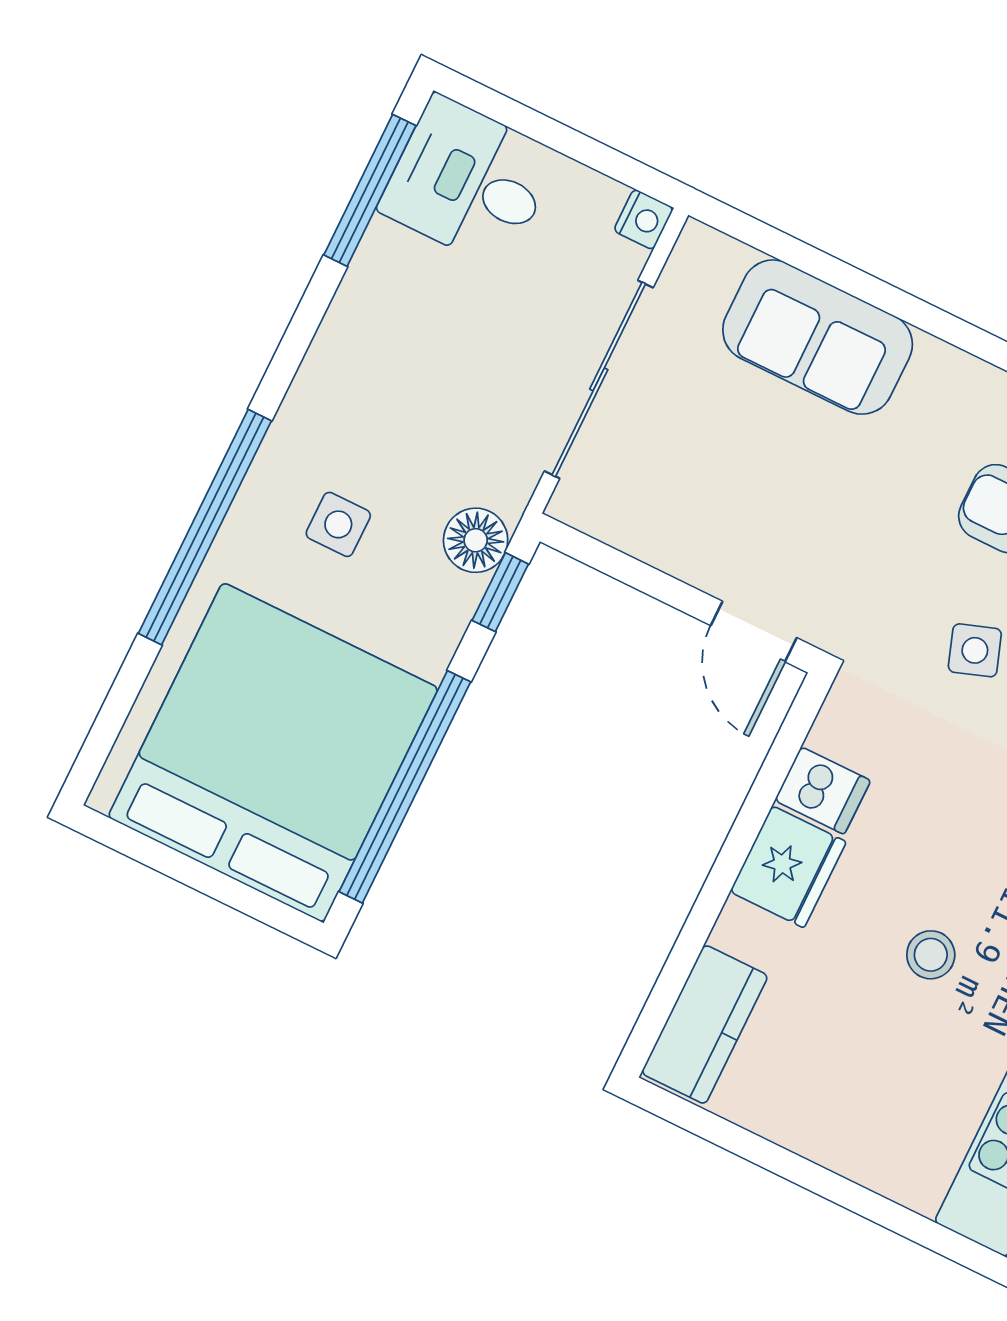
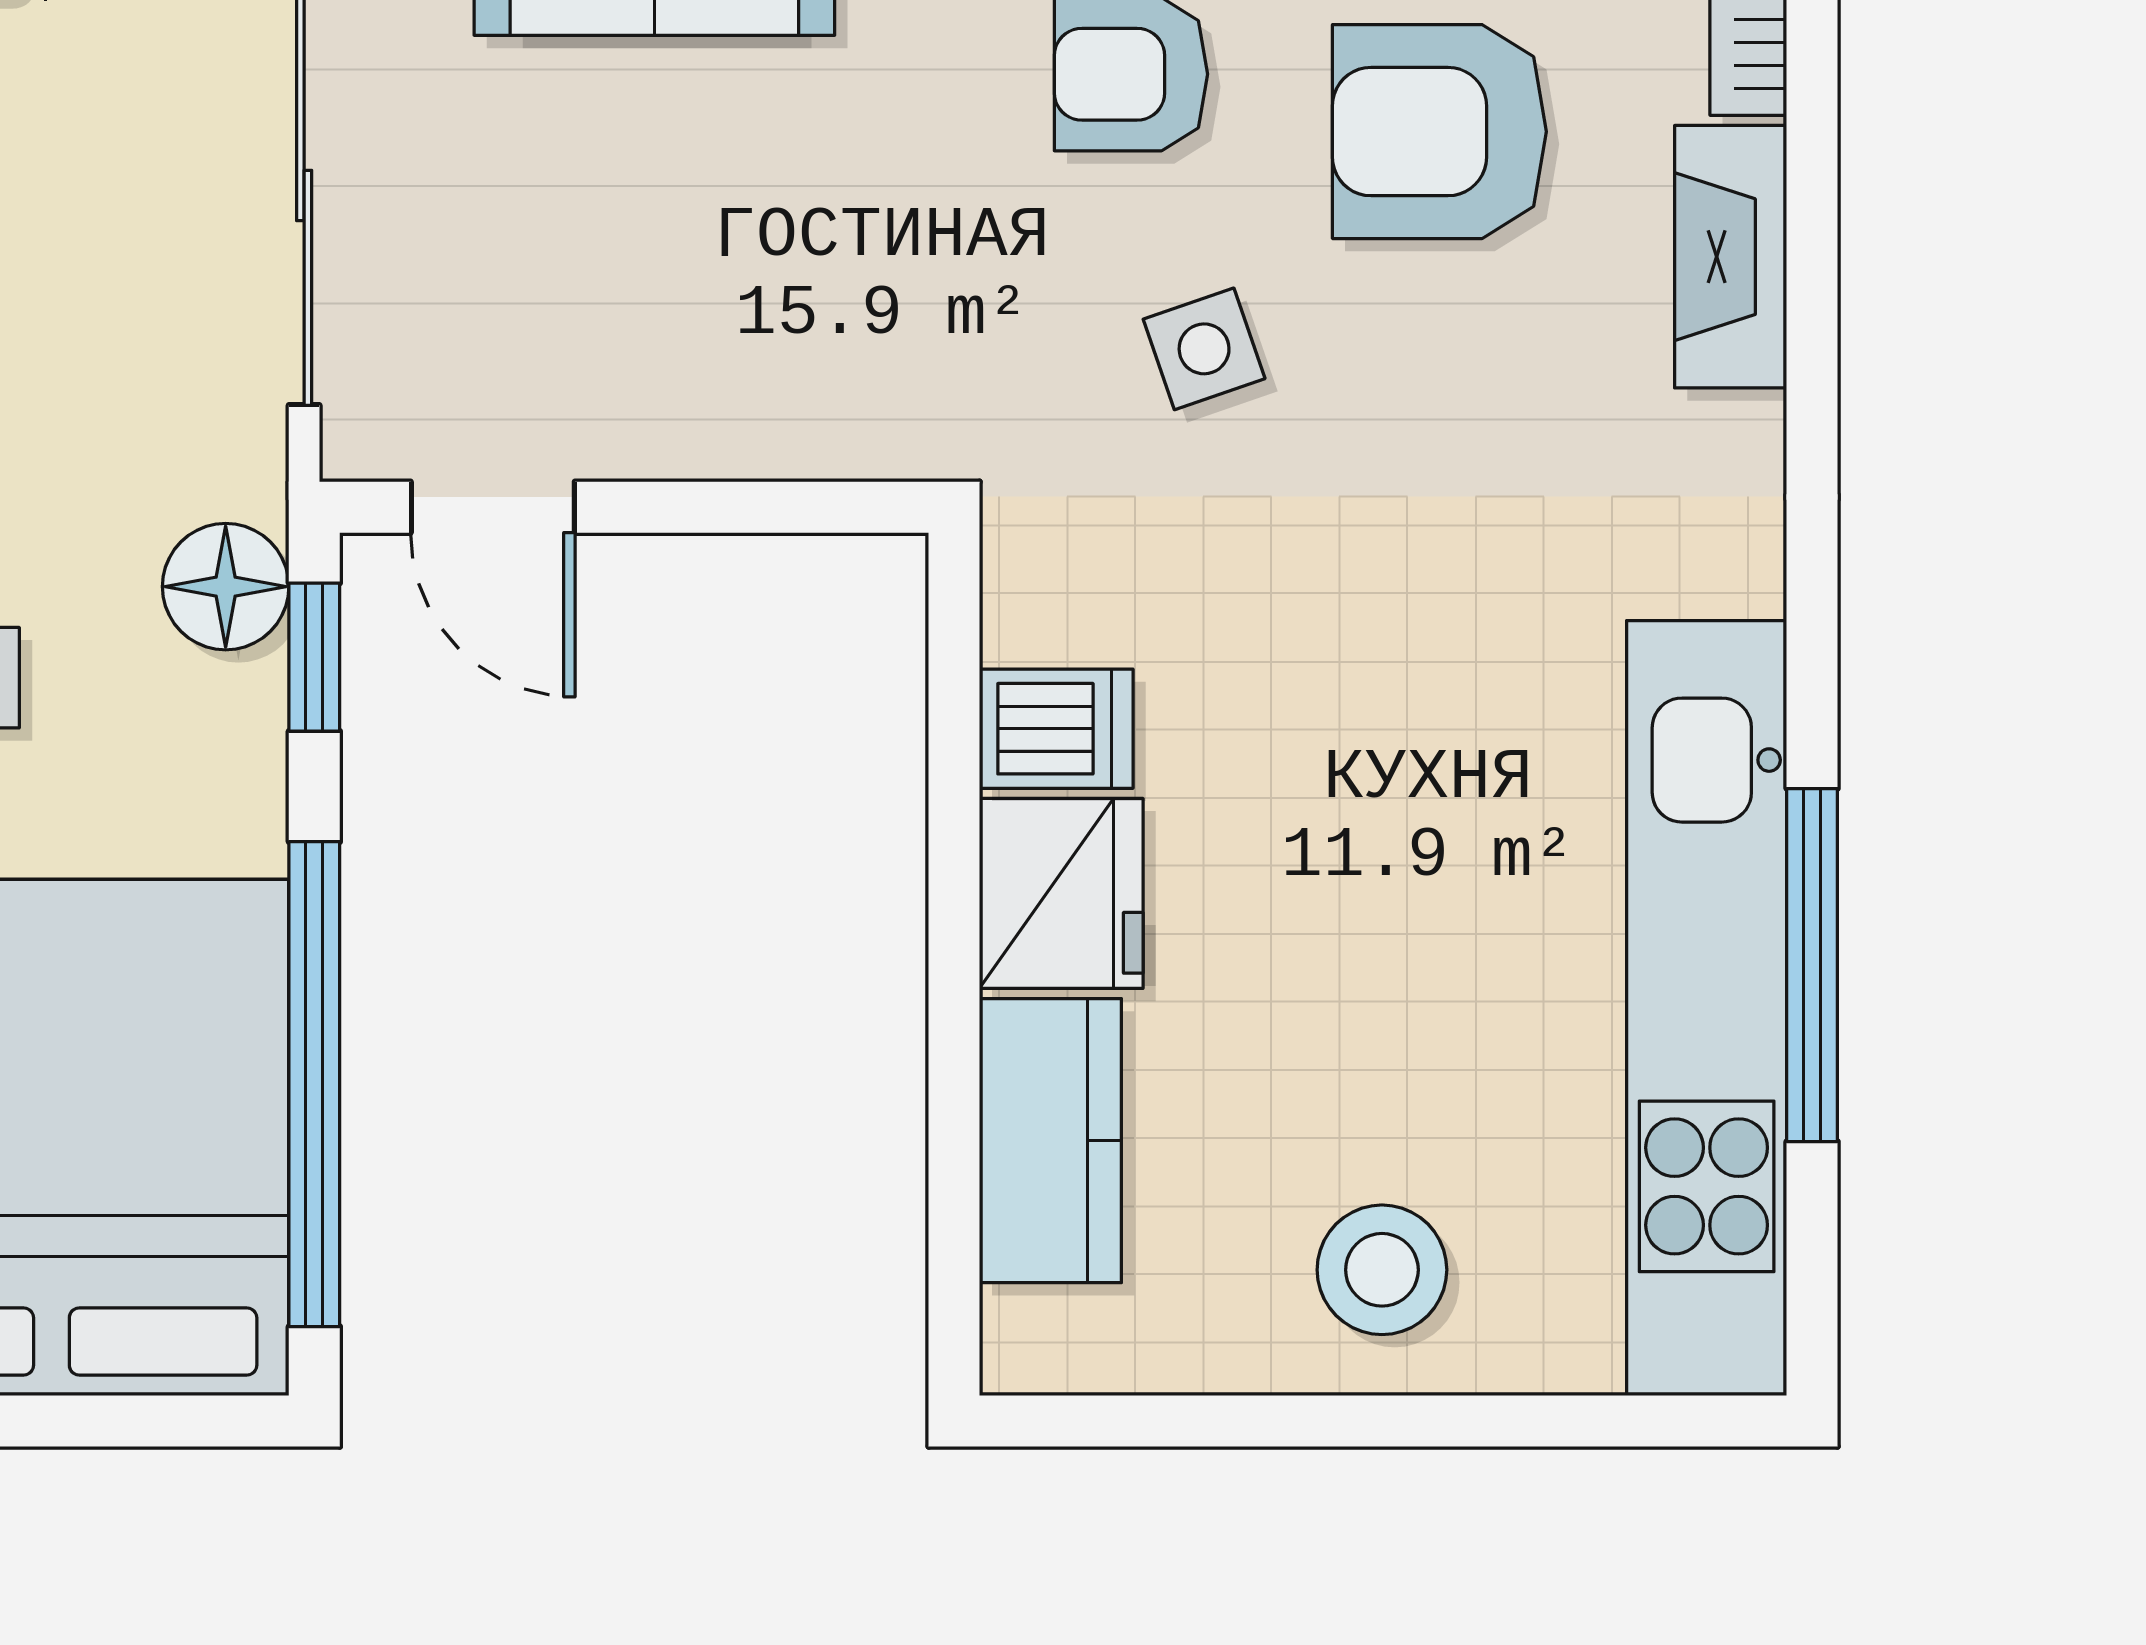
door: (754, 632) -> (493, 507), moved
stool: (931, 955) -> (1382, 1270), moved, width x1.37, depth x1.37
kitchen counter: (705, 1024) -> (1050, 1141), moved

